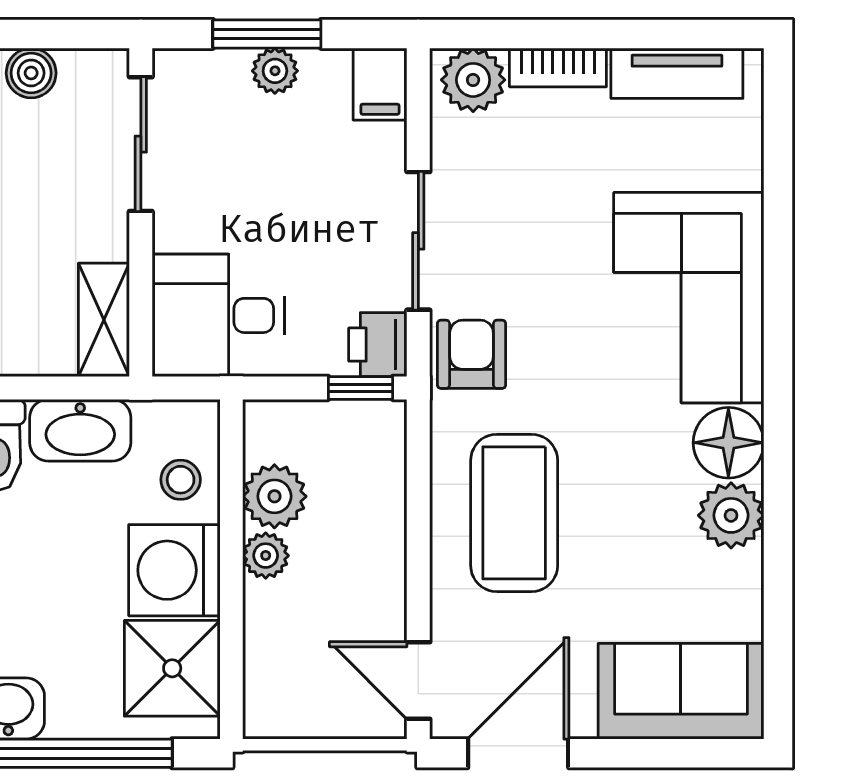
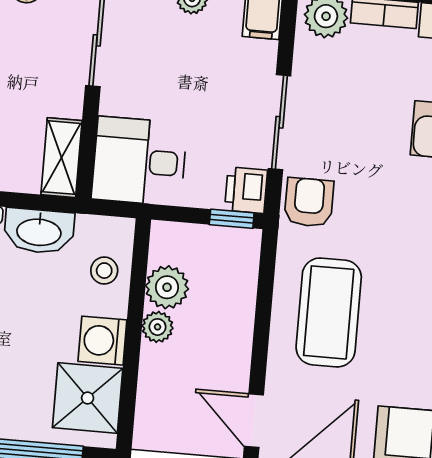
washing machine: (174, 570) -> (102, 341), width x0.73, depth x0.73

